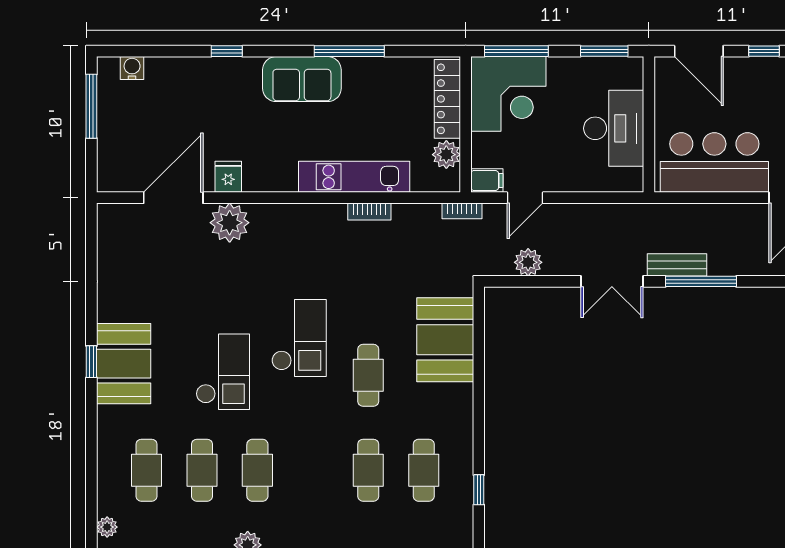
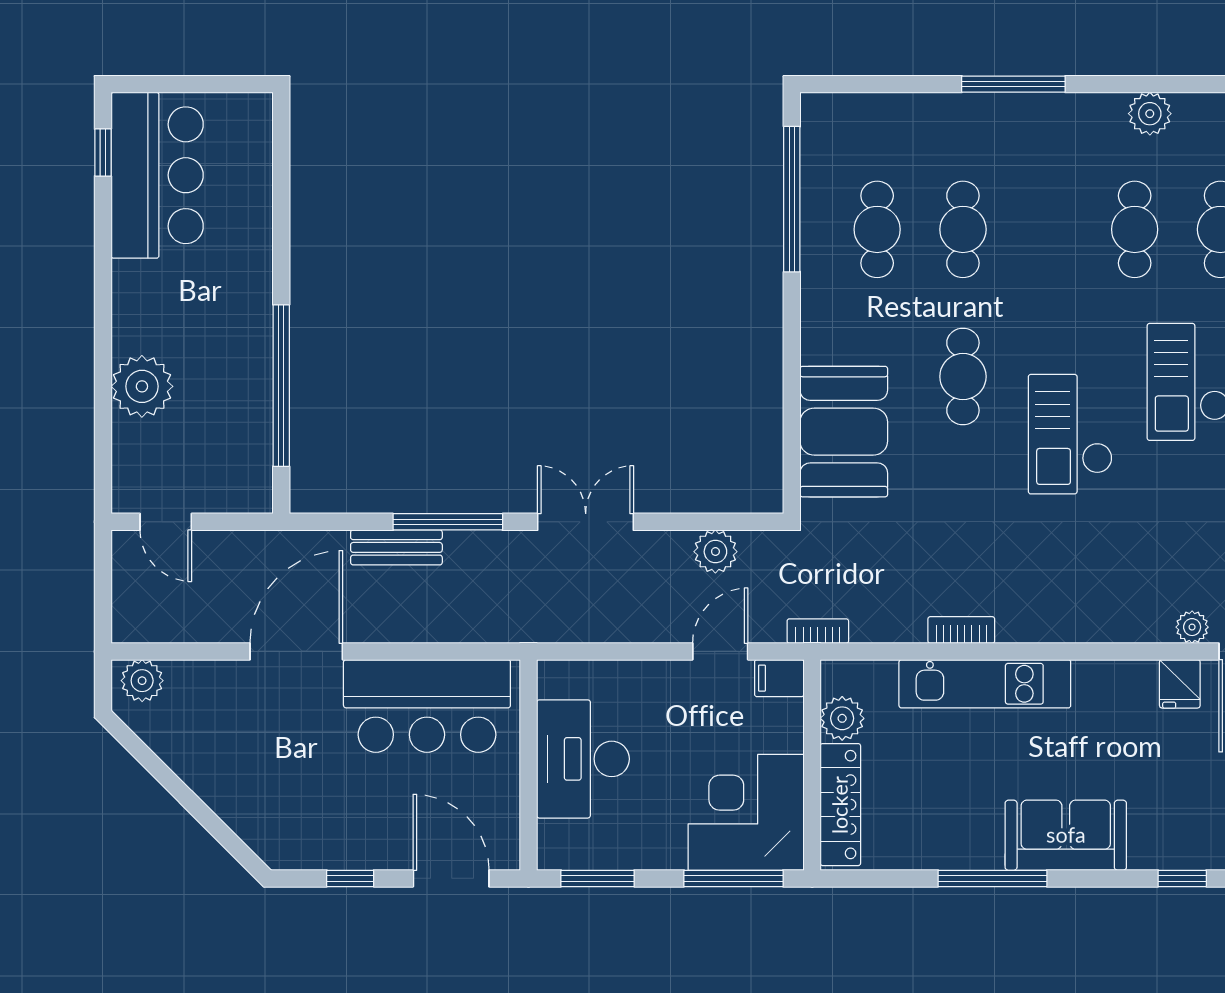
plant: (230, 223) -> (1192, 627), width x0.53, depth x0.53
bench: (677, 265) -> (396, 547), moved
window: (479, 490) -> (792, 199), width x3.17

